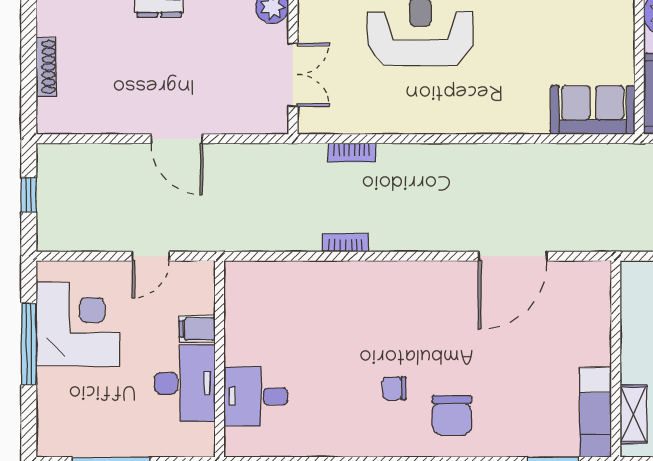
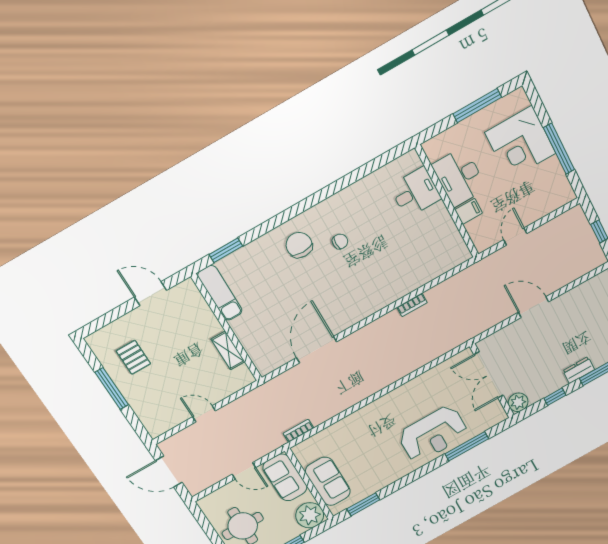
double door: (293, 75) -> (489, 375), width x1.37
sofa: (593, 110) -> (328, 481), moved, turned -90
bookcase: (352, 153) -> (298, 431), moved
corner desk: (78, 324) -> (520, 143), moved
shelving: (633, 414) -> (228, 350), moved

